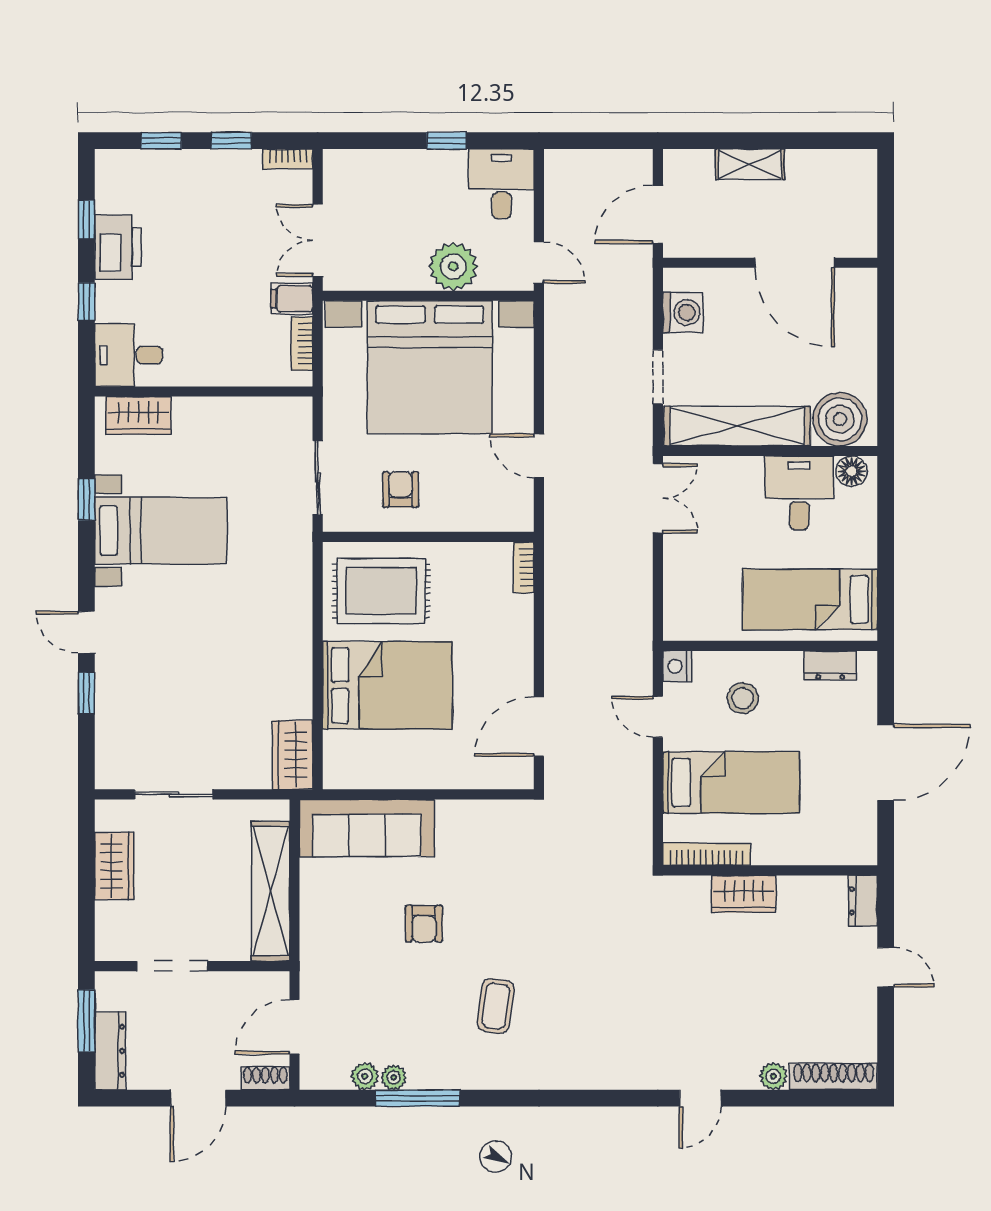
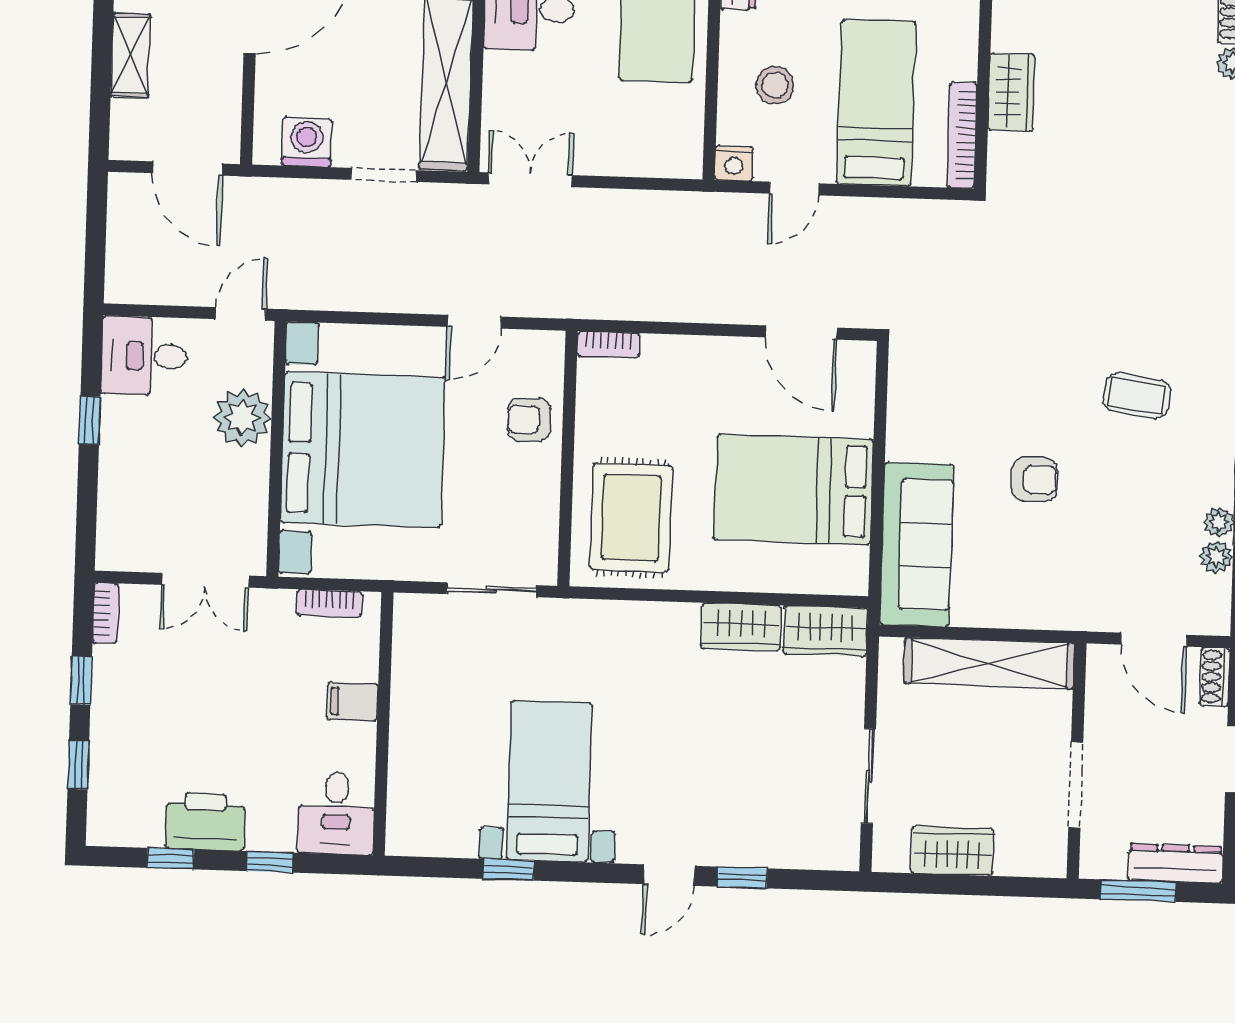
filing cabinet: (292, 299) -> (353, 702), moved, turned 90
wardrobe: (138, 415) -> (741, 627), moved, turned 90
armchair: (401, 490) -> (529, 420), moved
bed: (387, 685) -> (794, 490), moved, turned -90

